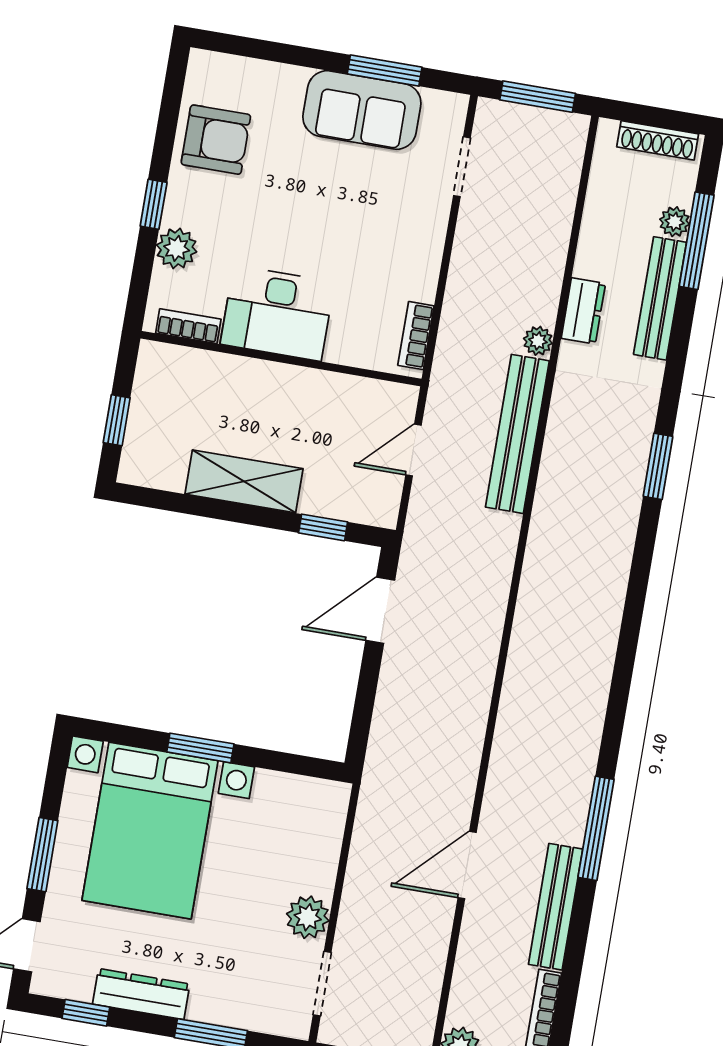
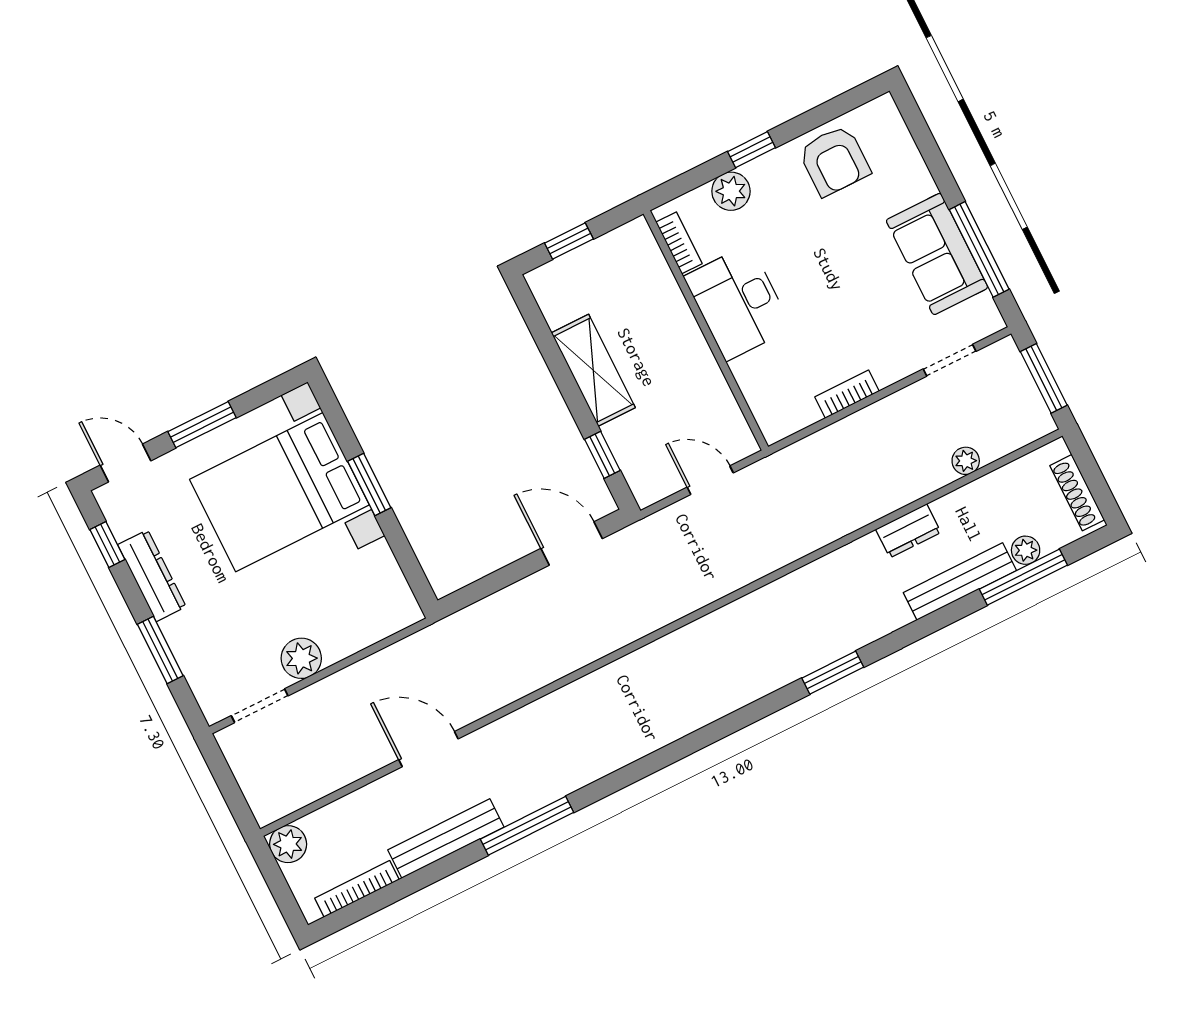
window: (385, 71) -> (979, 249), width x1.44
bookcase: (416, 336) -> (847, 394), moved
plant: (538, 341) -> (966, 461), moved
bench: (517, 434) -> (780, 549), removed

